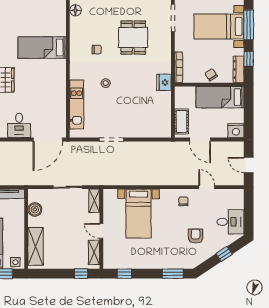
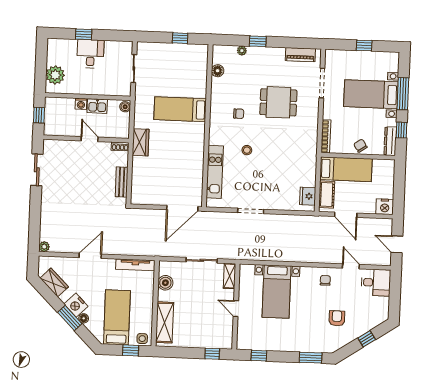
dining table: (133, 37) -> (278, 102), turned 90
fridge: (164, 82) -> (308, 196), moved
bed: (220, 97) -> (346, 169), moved, turned 180
desk: (19, 125) -> (152, 192), removed
desk: (230, 222) -> (376, 283), moved
shelving: (94, 252) -> (227, 331), removed

